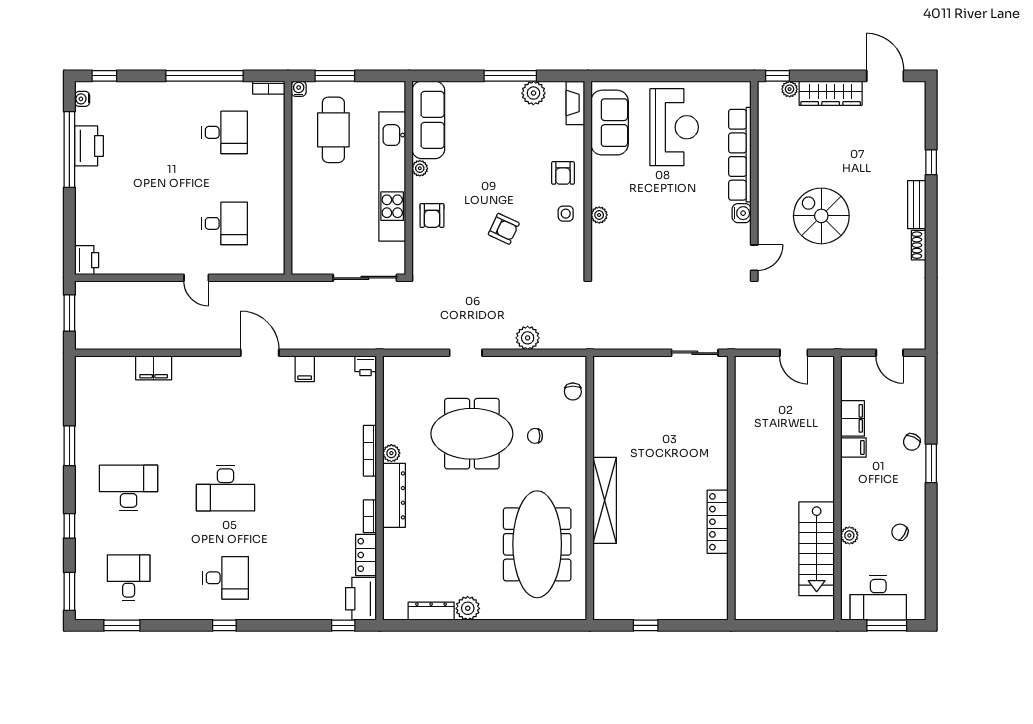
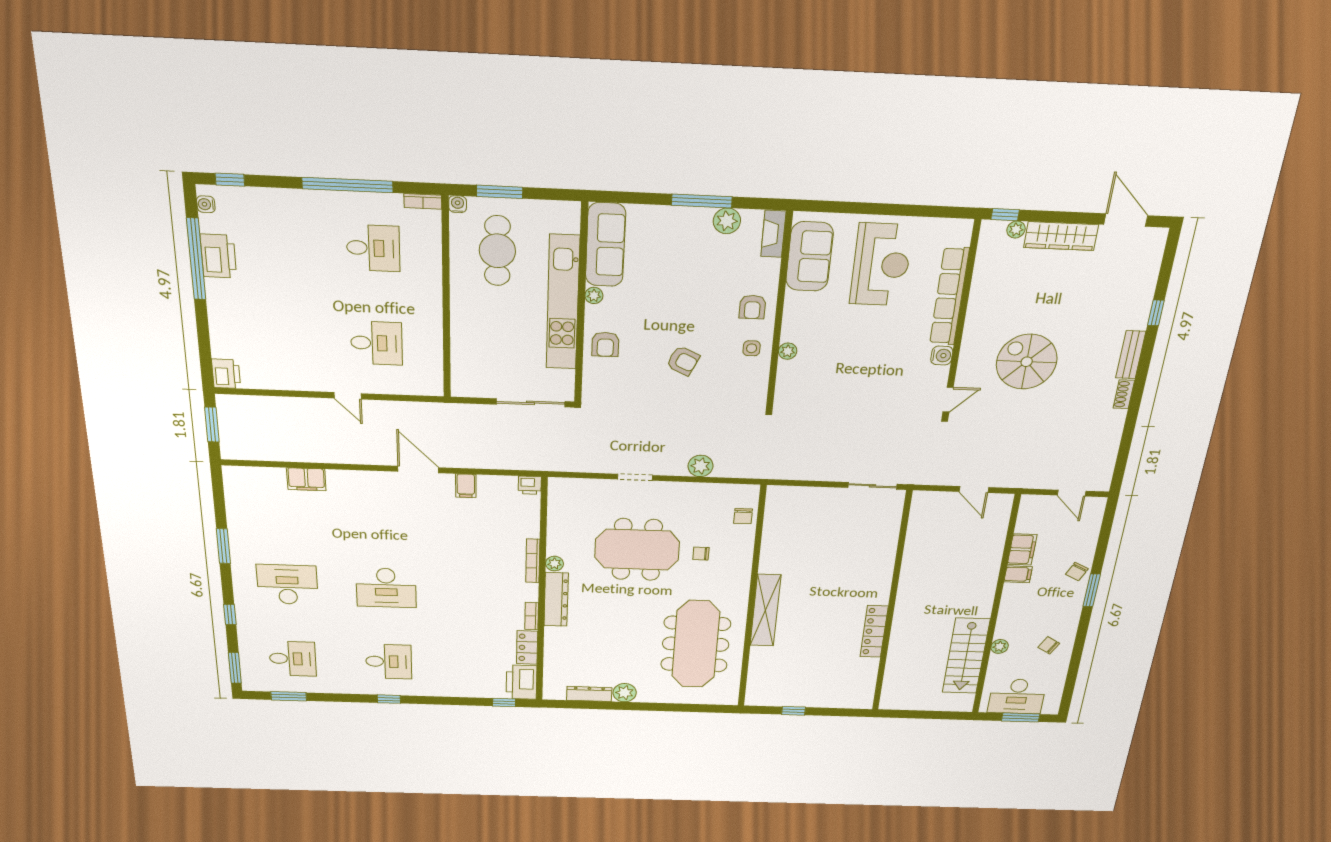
desk: (129, 578) -> (293, 659), turned 90

